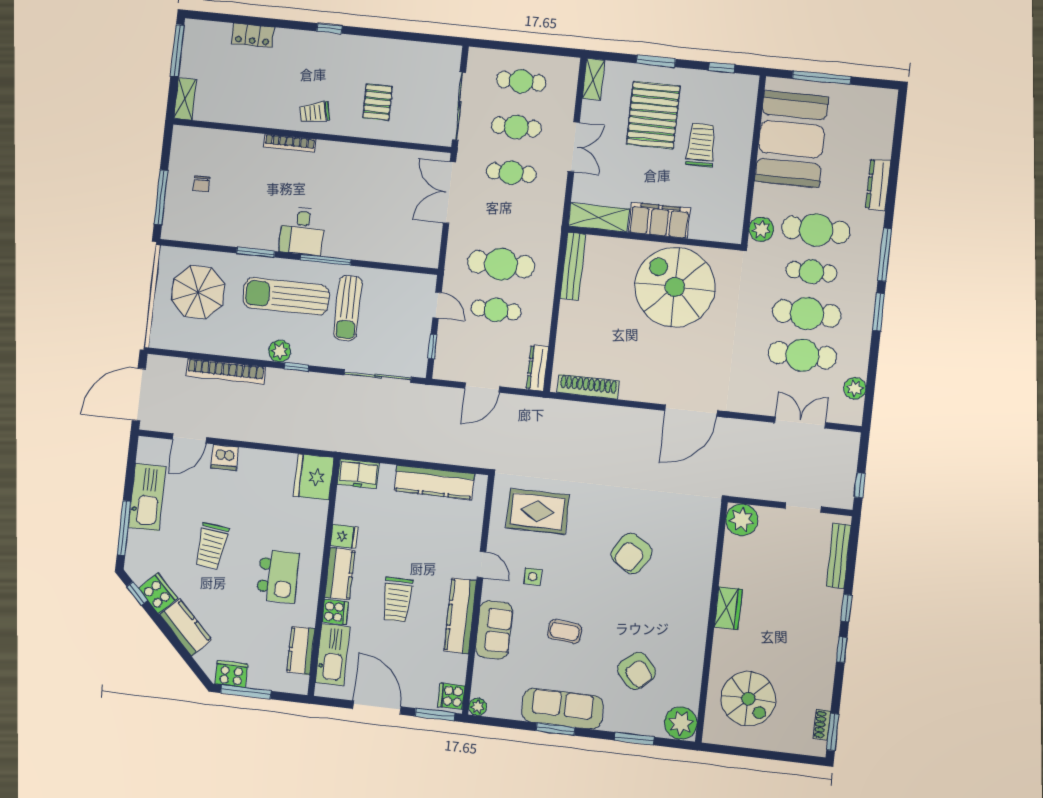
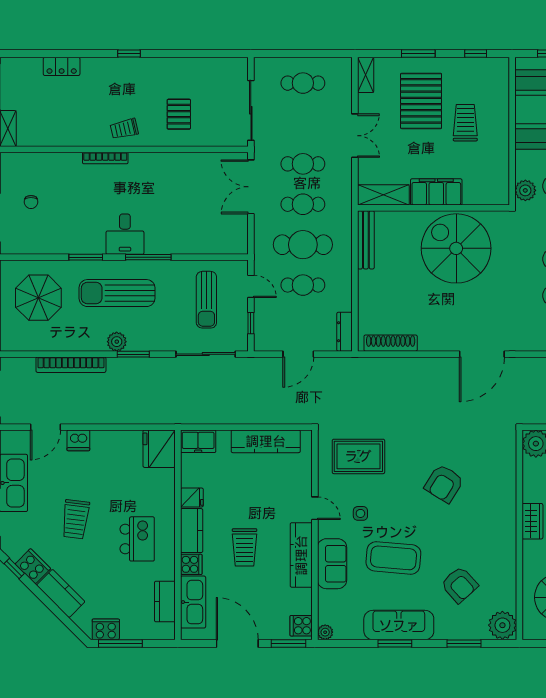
cafe table: (516, 127) -> (303, 204), moved
sun lounger: (348, 308) -> (206, 300), moved
window: (297, 367) -> (133, 354), width x1.50
coffee table: (565, 631) -> (393, 558), width x1.86, depth x1.72

